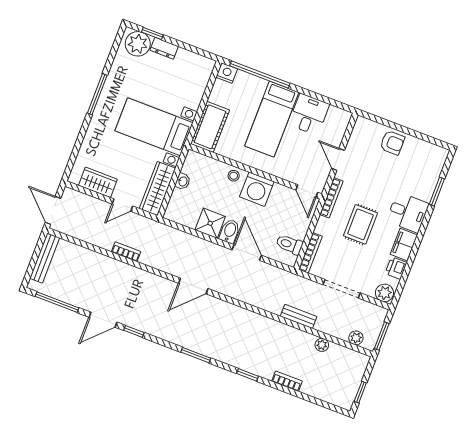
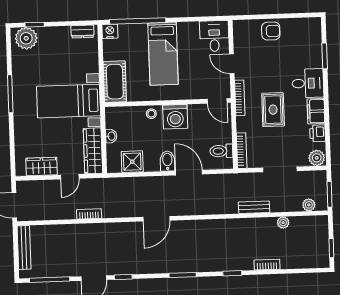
dresser: (164, 48) -> (82, 32), moved
desk: (309, 114) -> (214, 36), moved
shower: (210, 223) -> (132, 162), moved

